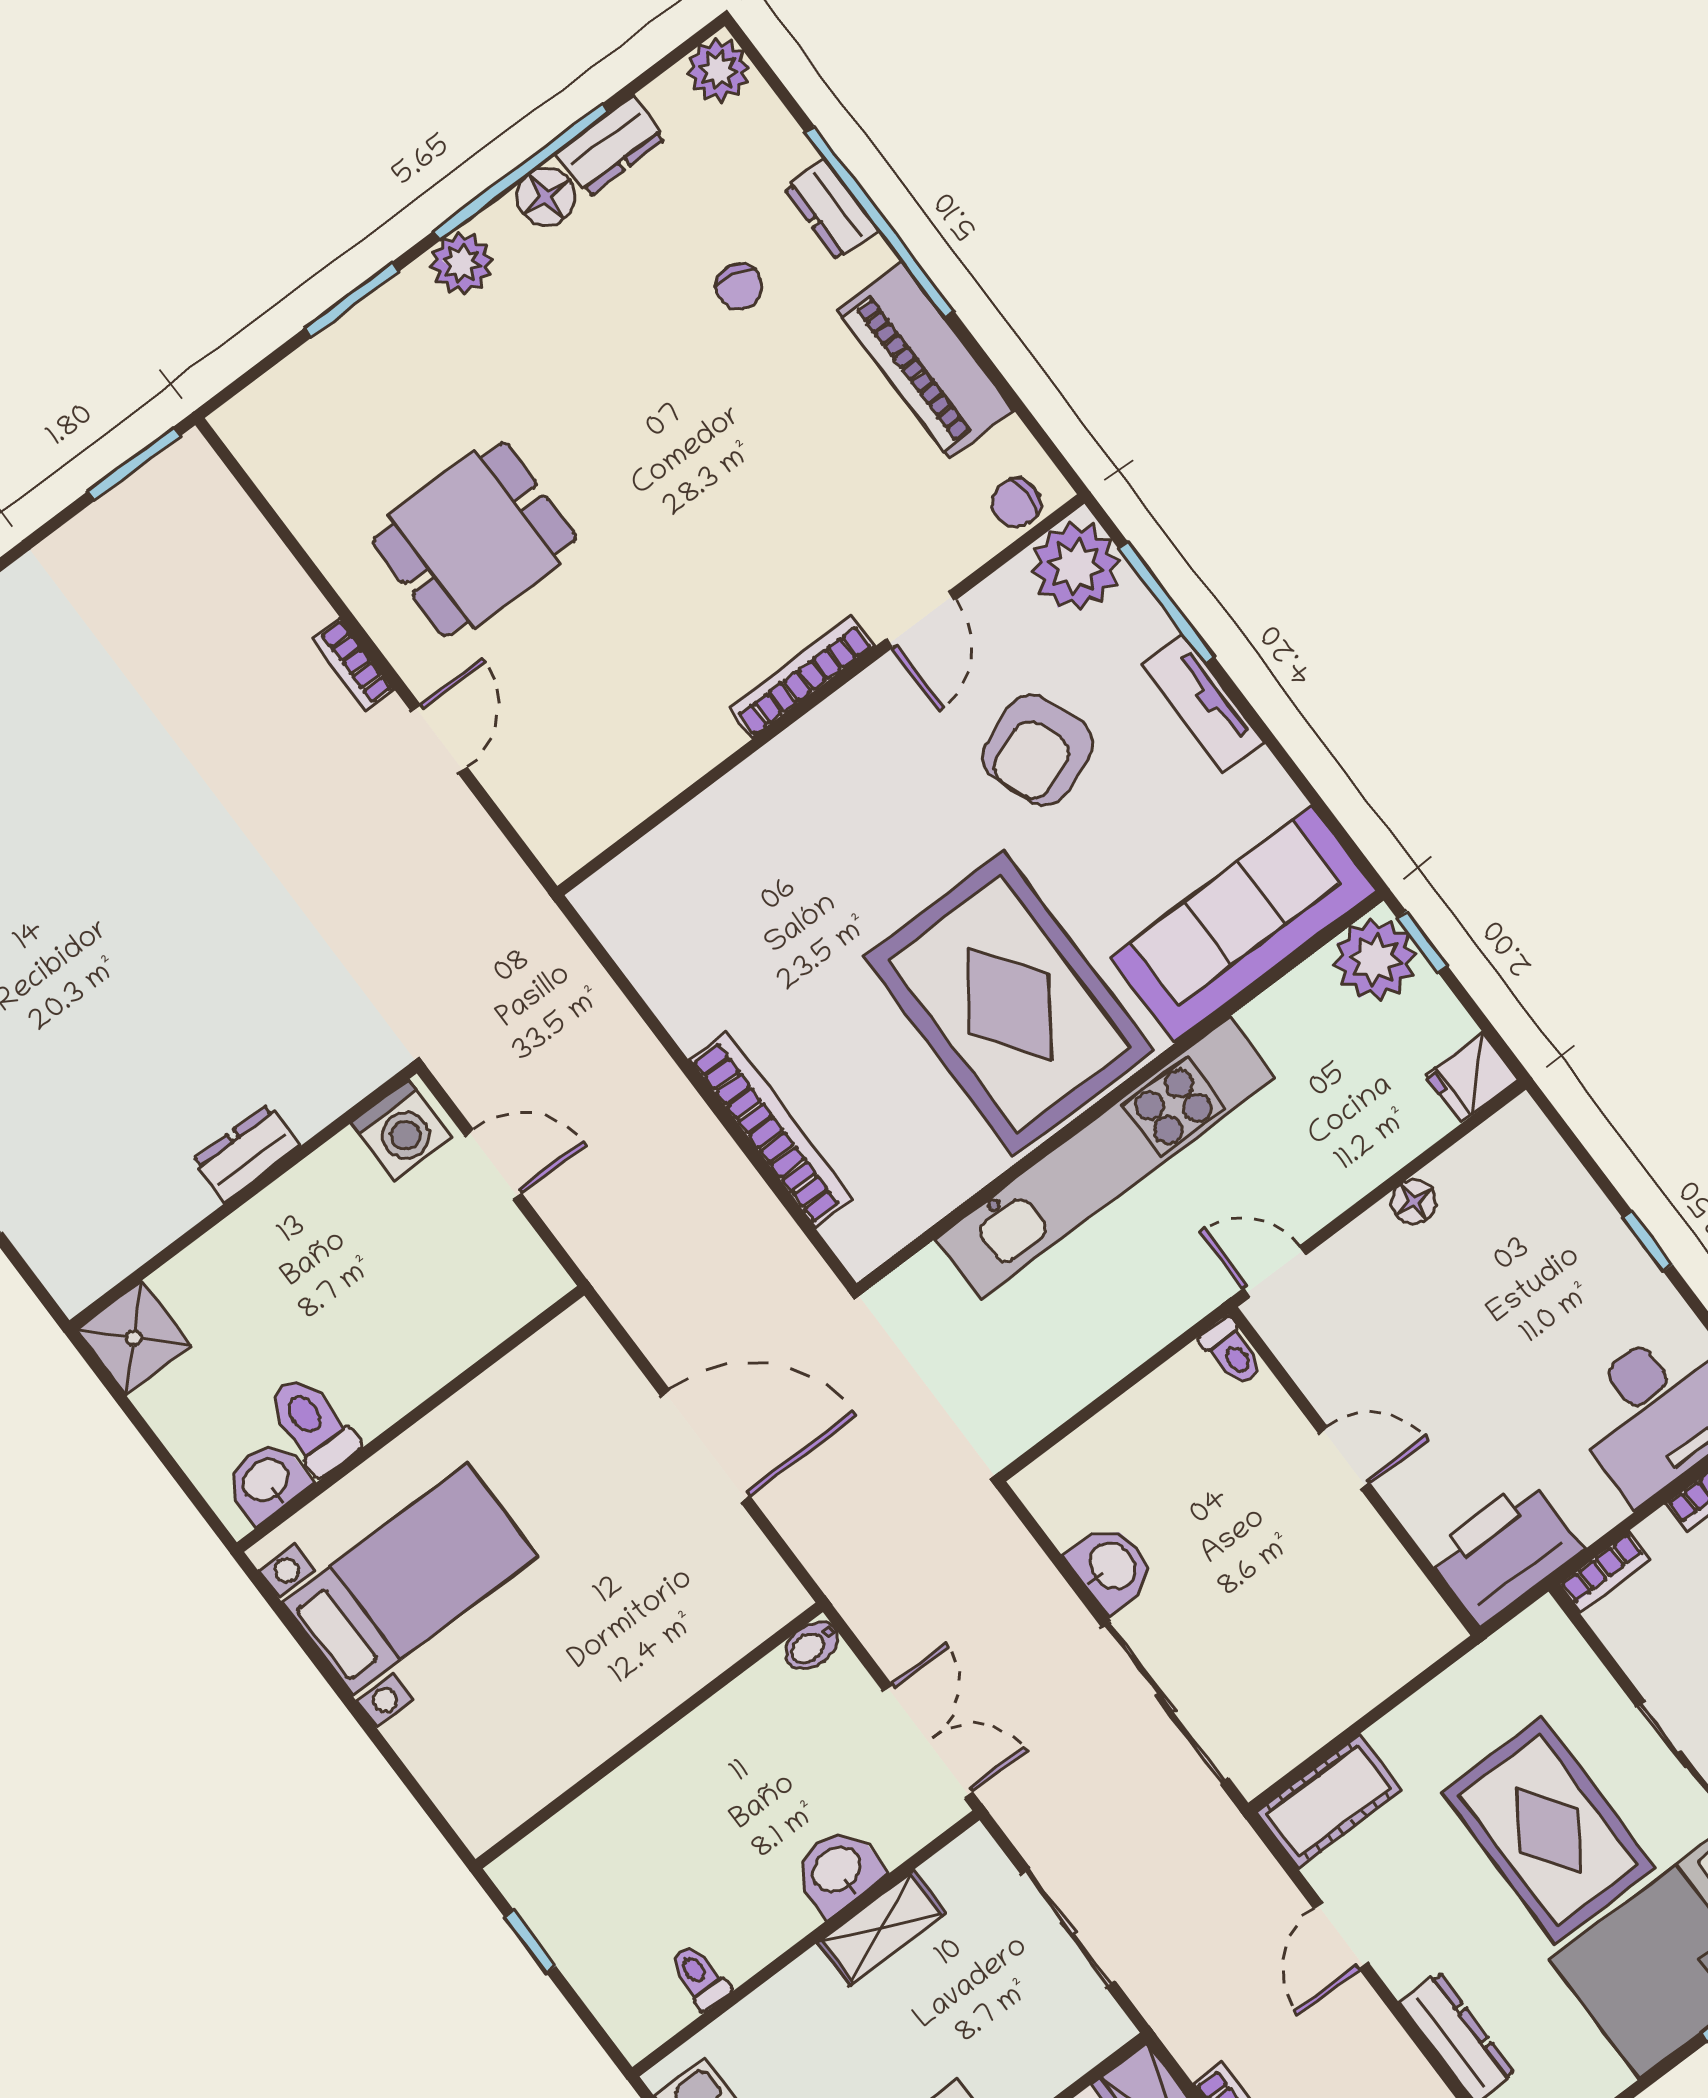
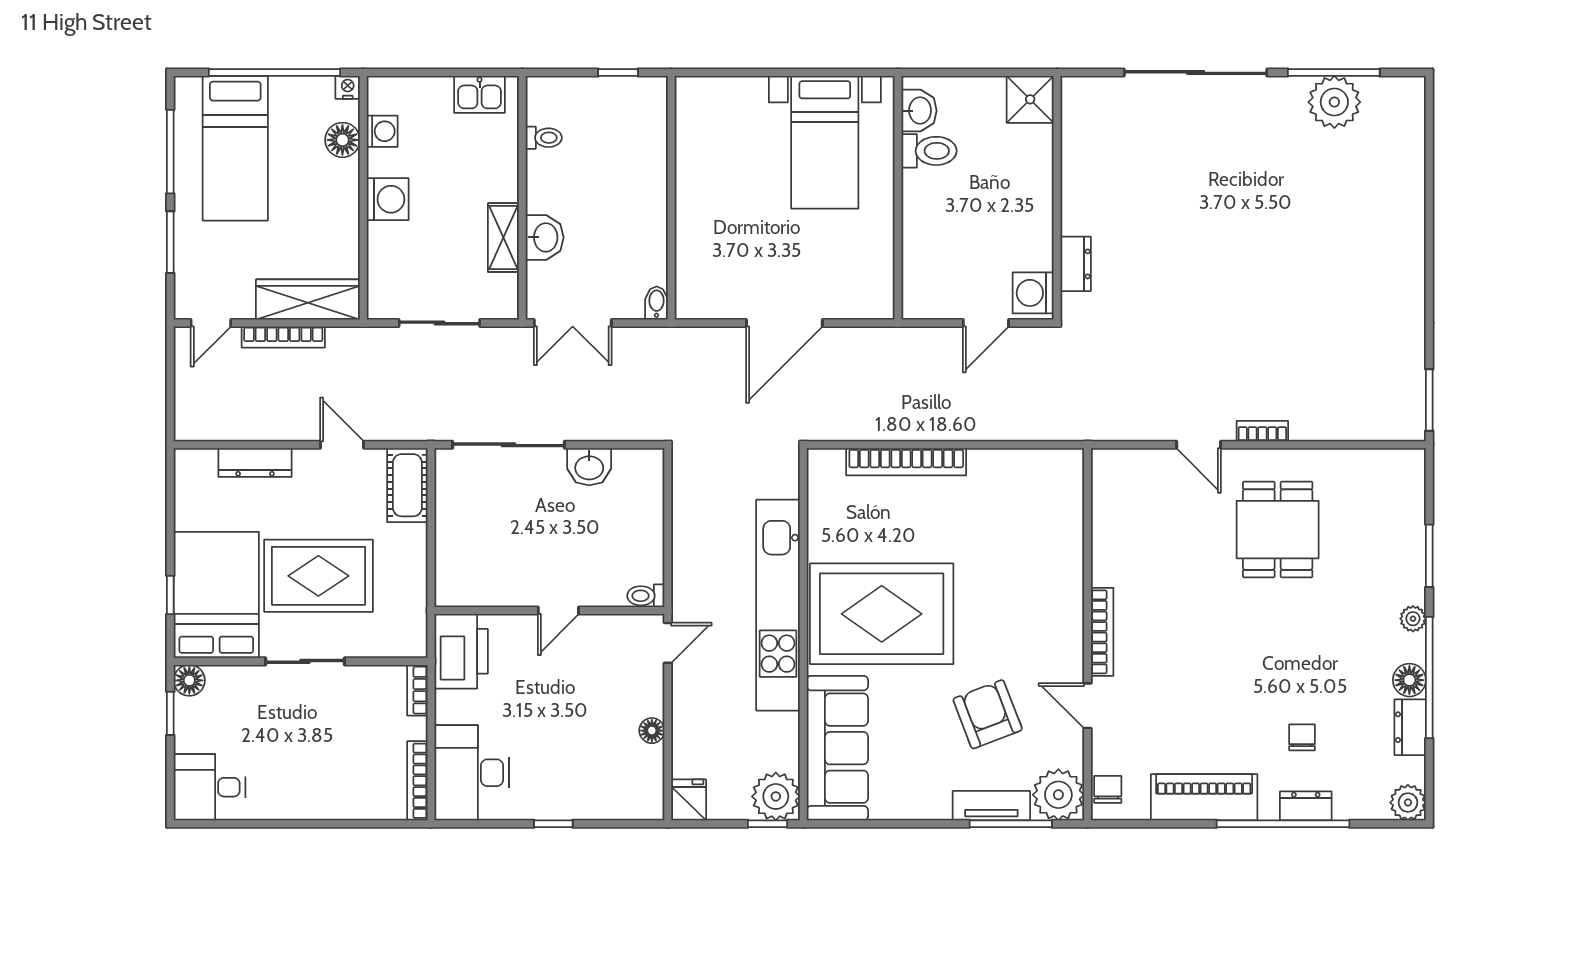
plant: (462, 263) -> (1413, 619), width x0.73, depth x0.73
chair: (739, 287) -> (1302, 737), turned 79
tv unit: (1203, 704) -> (991, 806), moved
dresser: (246, 1154) -> (1076, 264), moved

